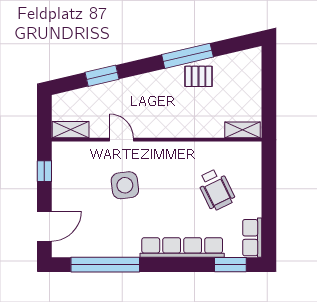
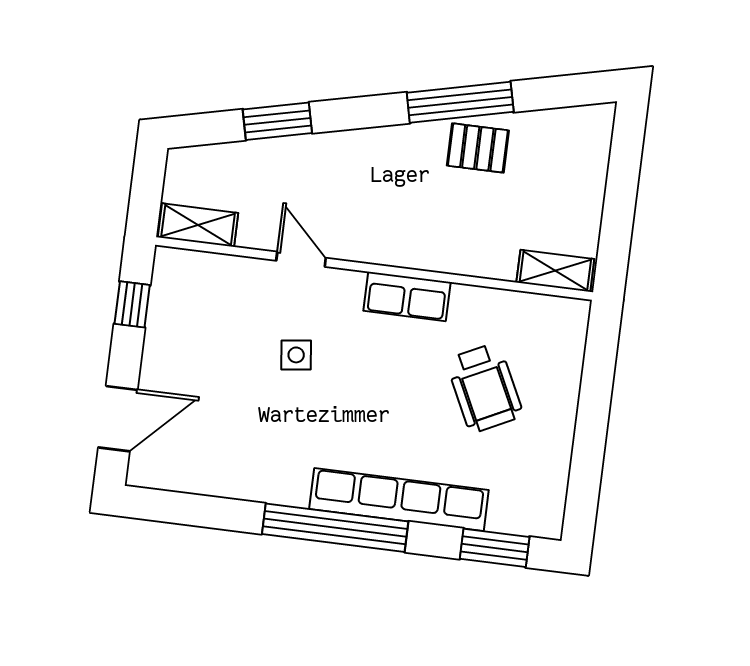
side table: (125, 185) -> (296, 355), width x0.54, depth x0.54
row of seats: (252, 238) -> (407, 296), moved, turned -90
window: (105, 265) -> (335, 528), moved

